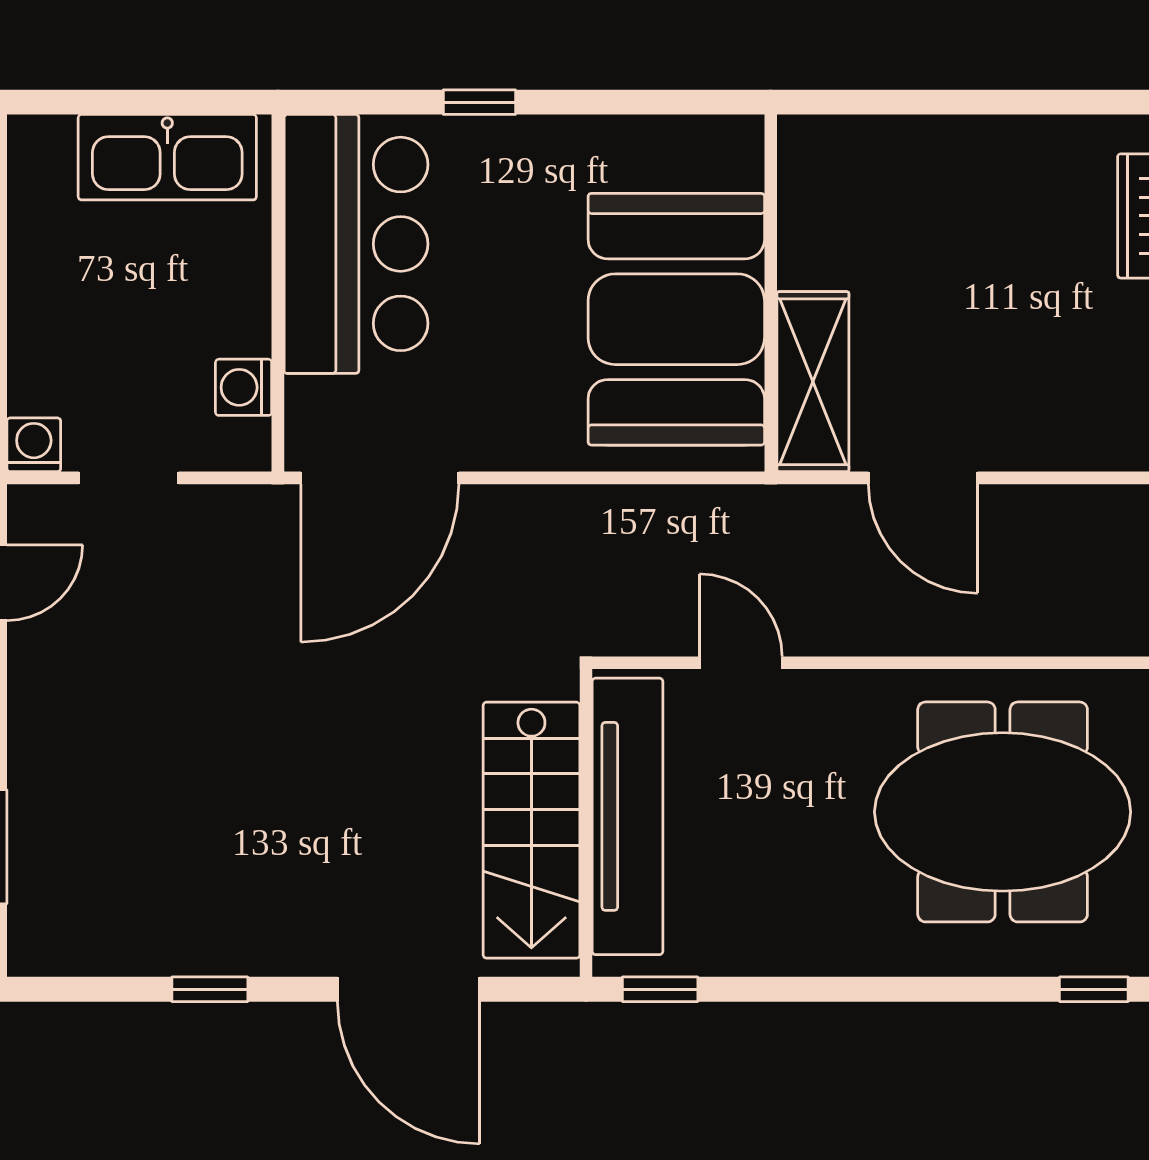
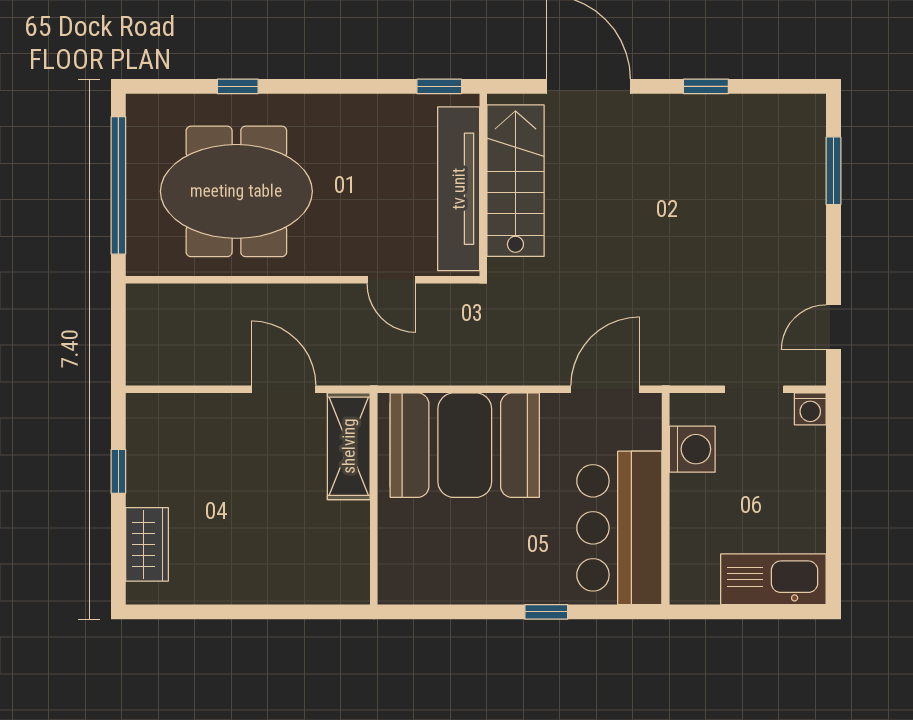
kitchen sink: (167, 157) -> (773, 579), moved
booth: (676, 319) -> (465, 445), moved, turned 90
washing machine: (244, 387) -> (692, 449), width x1.38, depth x1.38
door: (380, 478) -> (605, 389), width x0.73
window: (1094, 989) -> (238, 86), moved

